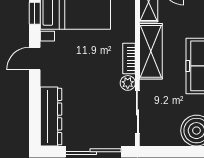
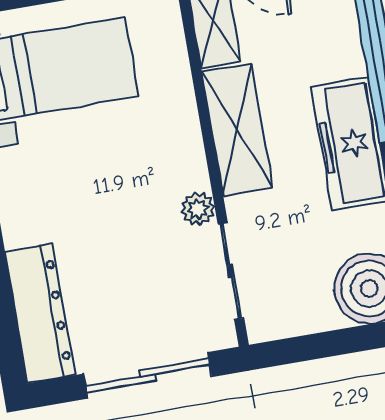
bookcase: (129, 59) -> (191, 154), removed

